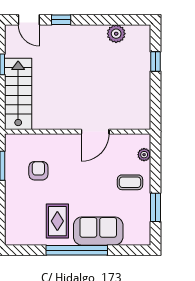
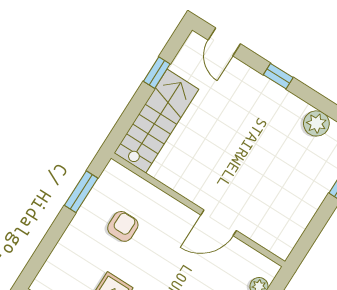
window: (61, 20) -> (278, 76), moved

